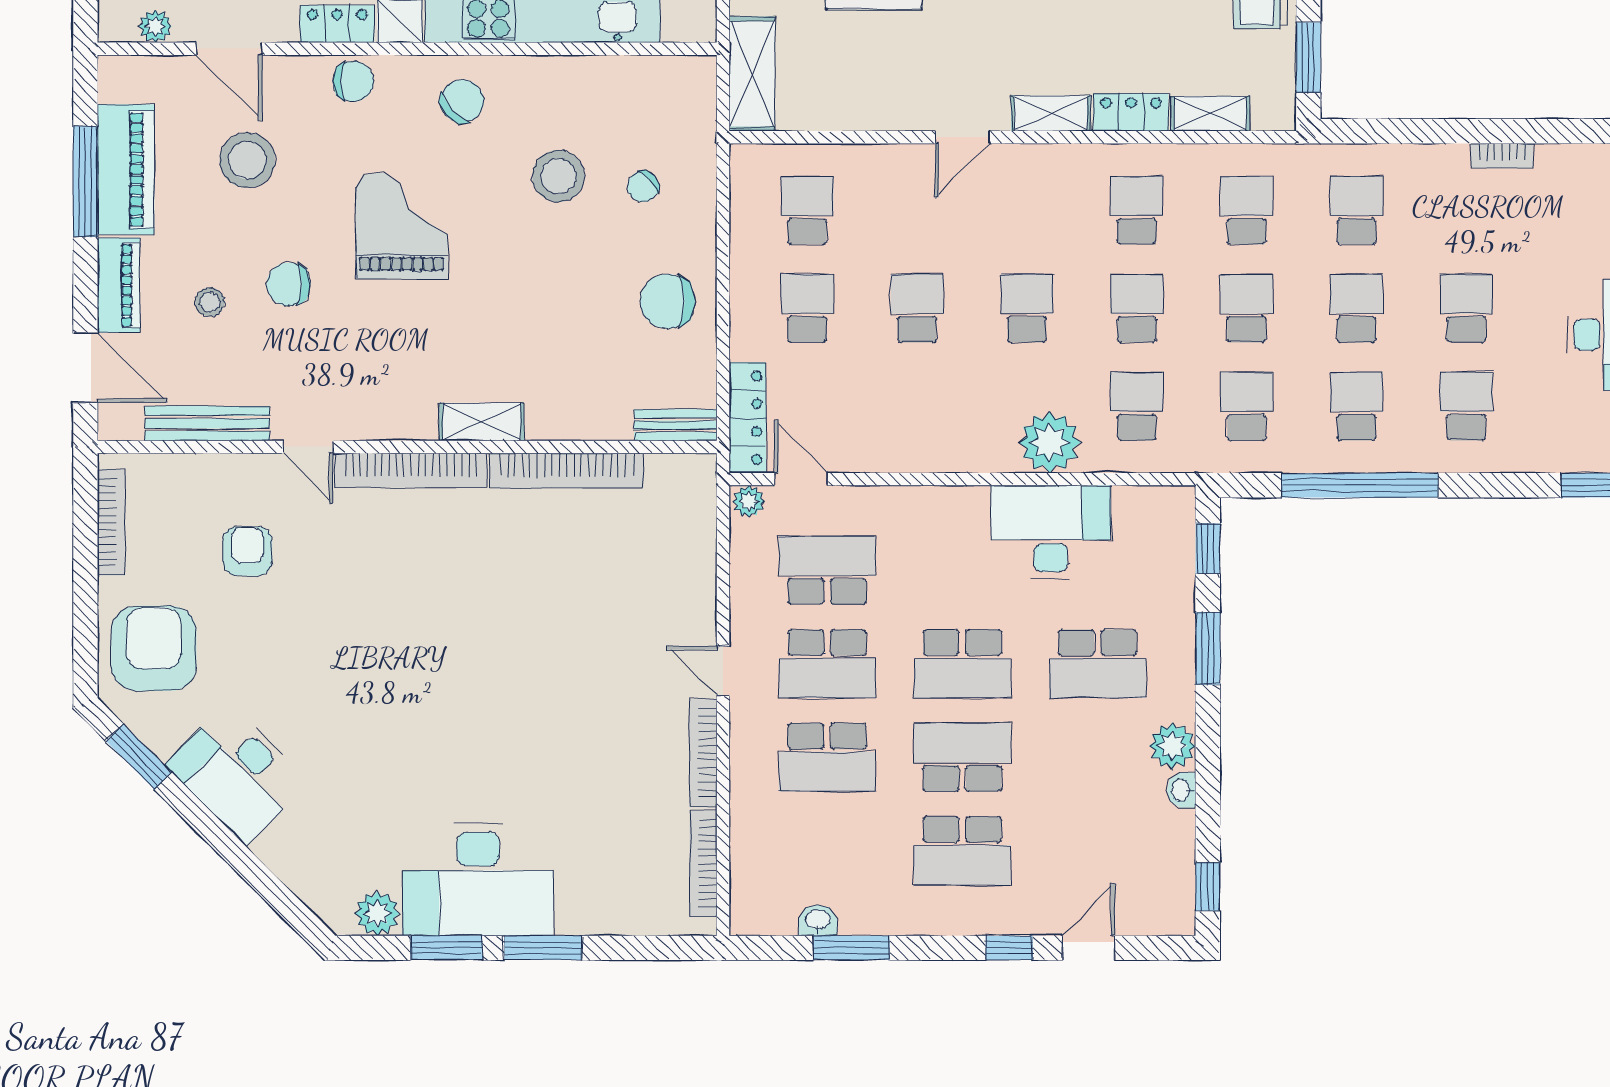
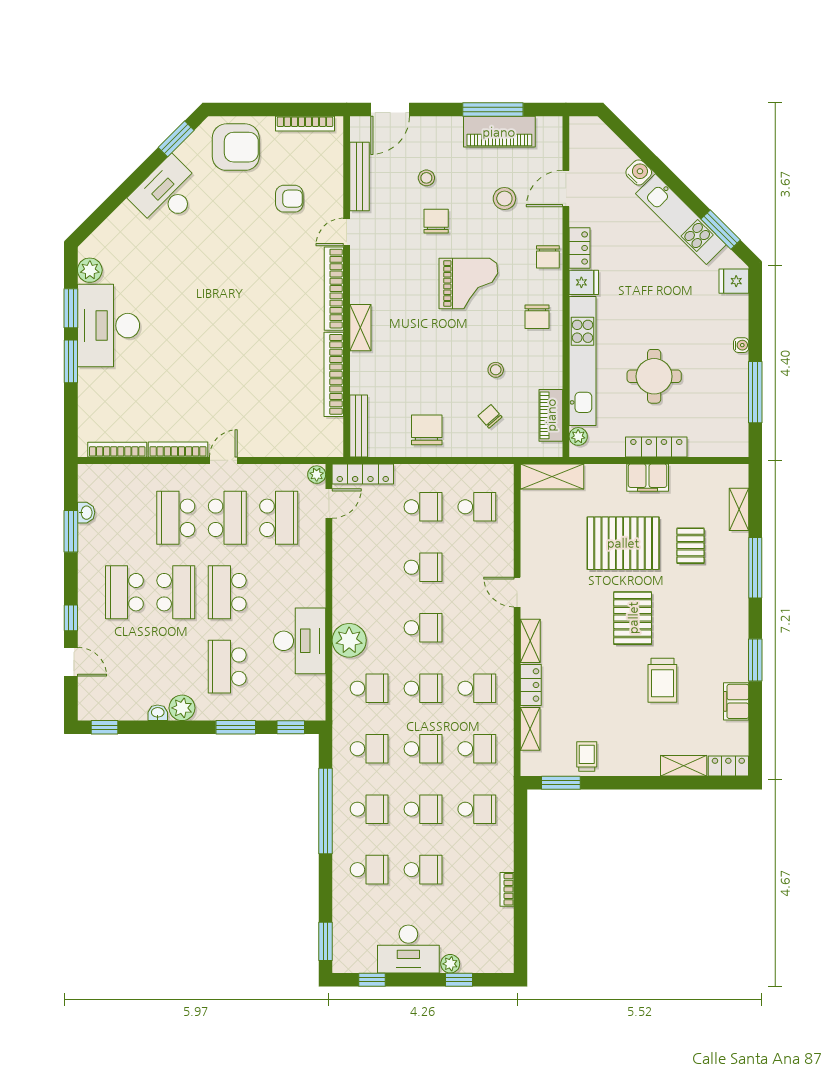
plant: (155, 26) -> (578, 436), moved
chair: (462, 101) -> (537, 317), turned 43
stool: (247, 160) -> (504, 199), width x0.73, depth x0.73
stool: (558, 176) -> (496, 370), width x0.53, depth x0.53
piano: (119, 285) -> (551, 415), moved, turned 90
bench: (676, 425) -> (359, 426), width x1.36
school desk: (827, 664) -> (227, 518), turned 180

